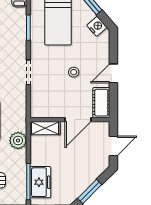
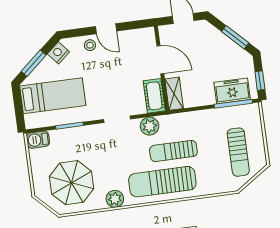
stool: (74, 72) -> (90, 45), moved
cot: (101, 103) -> (154, 96), moved, turned 90
plant: (18, 141) -> (150, 126), moved

